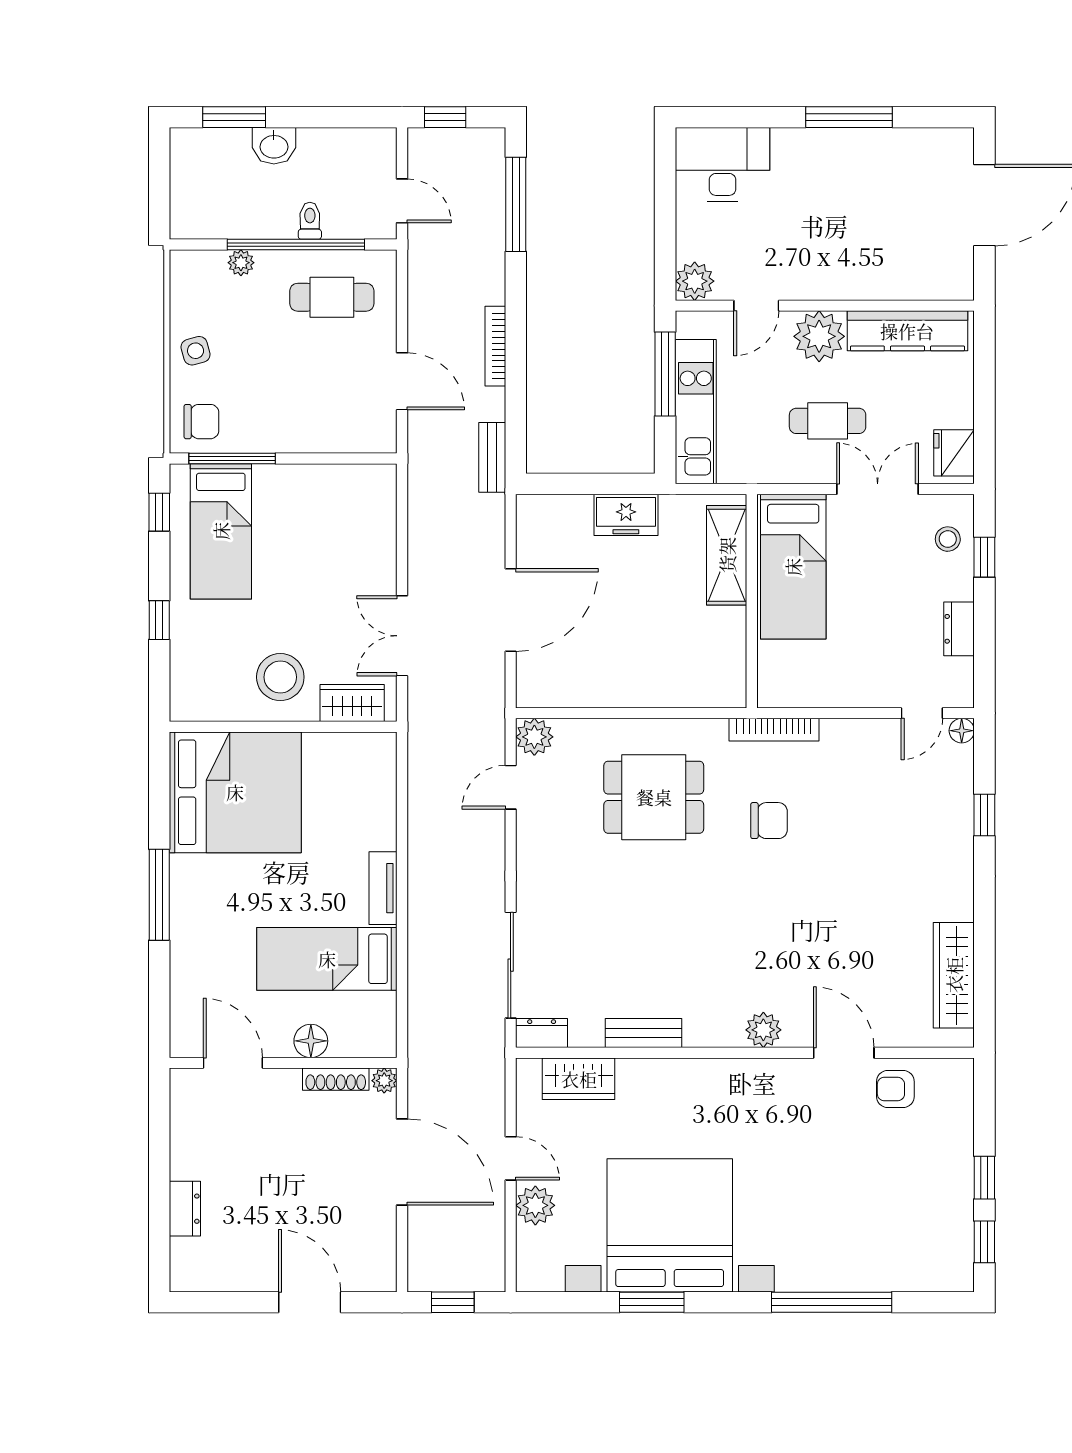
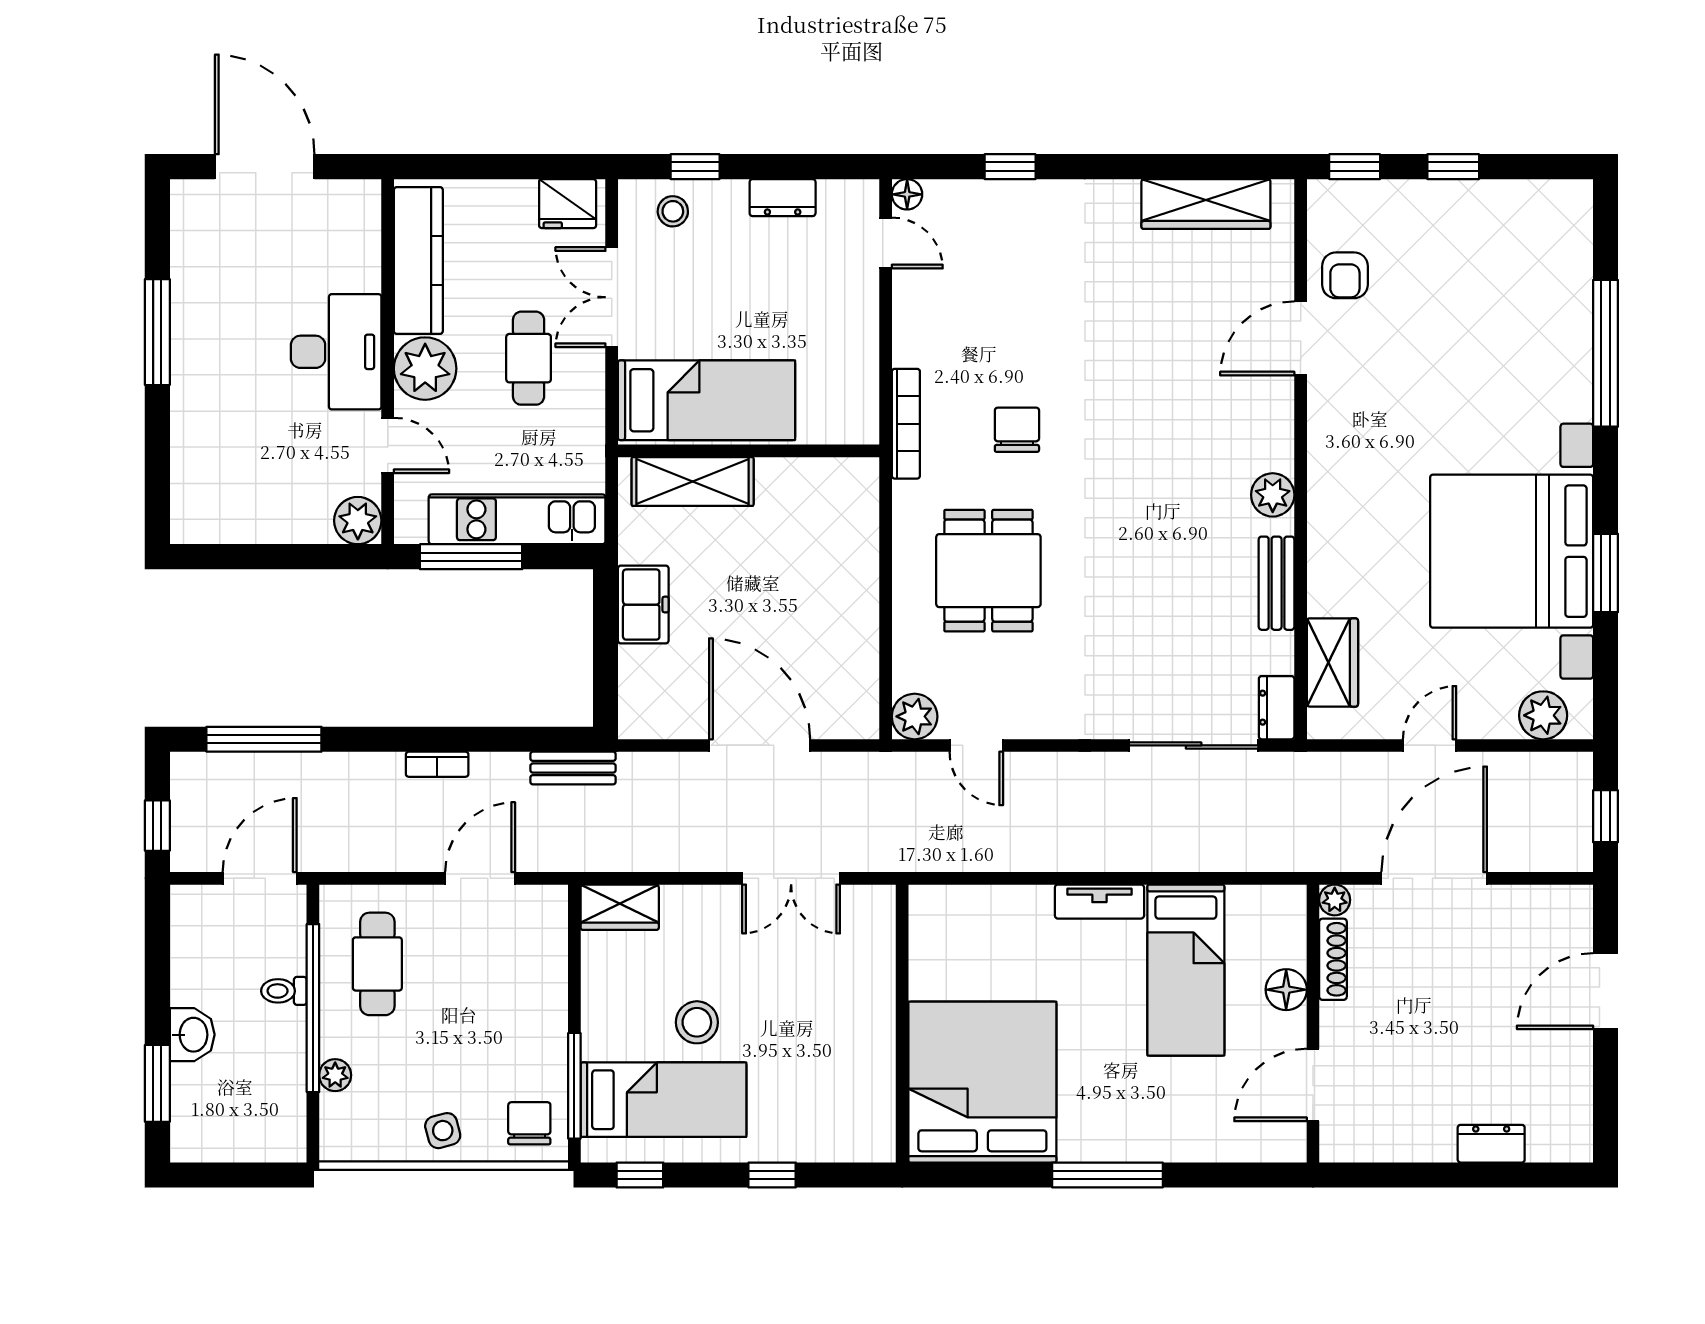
desk: (723, 164) -> (336, 352), moved, turned 180
door: (402, 201) -> (260, 878), width x1.38
bookcase: (495, 346) -> (437, 764), width x0.64
stool: (280, 677) -> (697, 1022), moved, width x0.73, depth x0.73
wardrobe: (352, 703) -> (620, 907), moved, turned -90
plant: (763, 1030) -> (1273, 495), moved
plant: (535, 1205) -> (1543, 715), moved
window: (984, 1242) -> (1355, 167), moved

